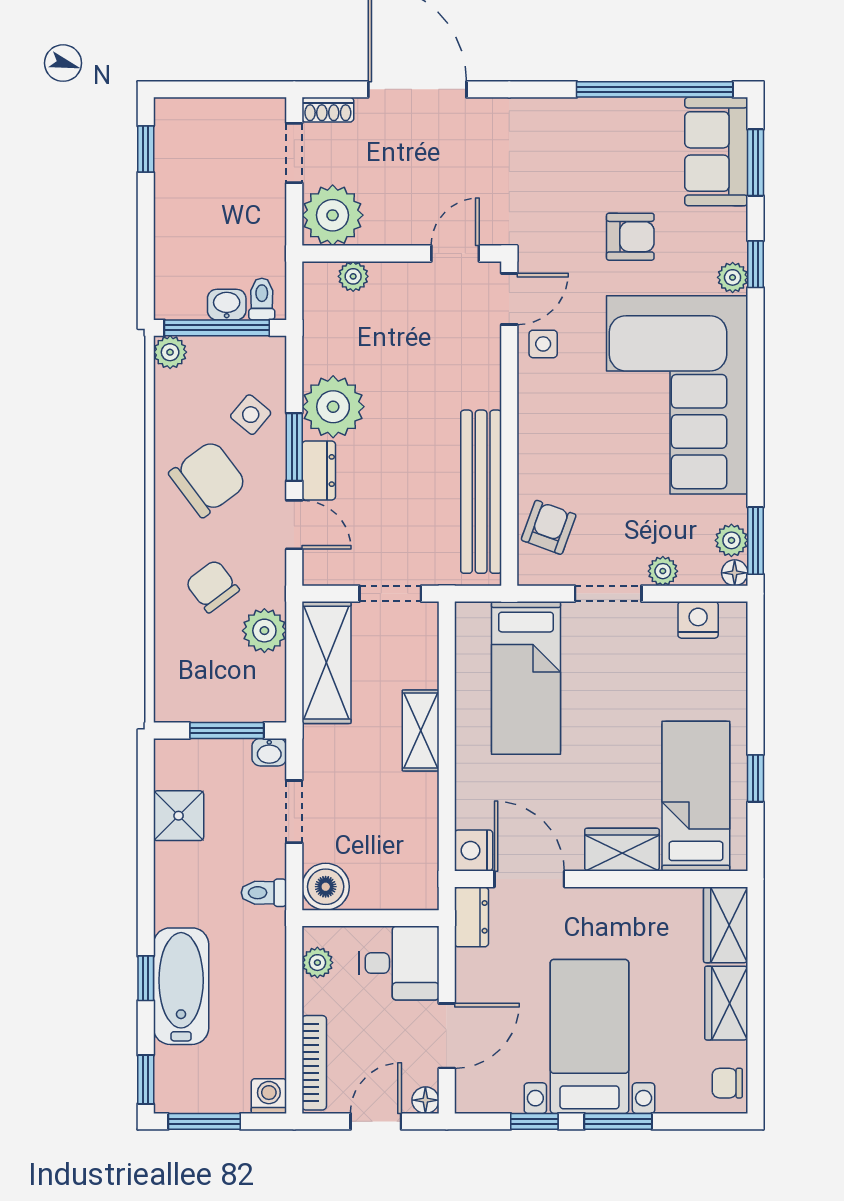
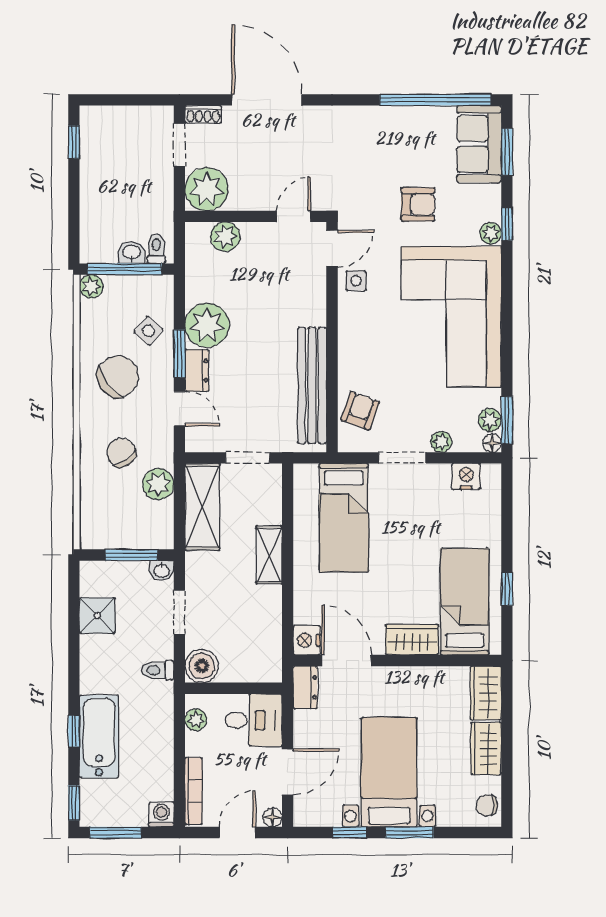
plant: (353, 276) -> (225, 237), width x1.38, depth x1.38

